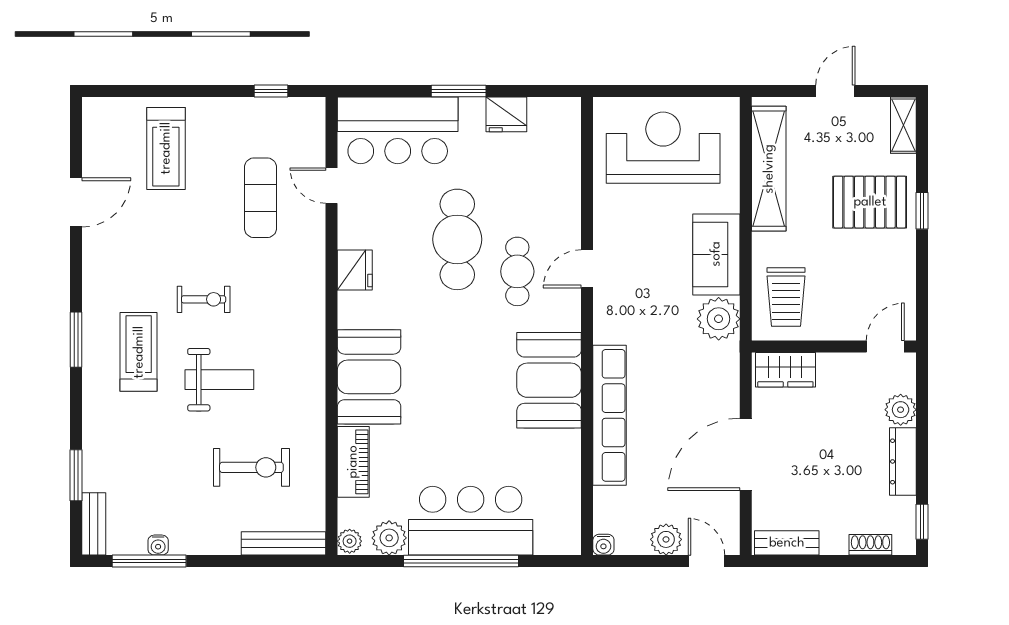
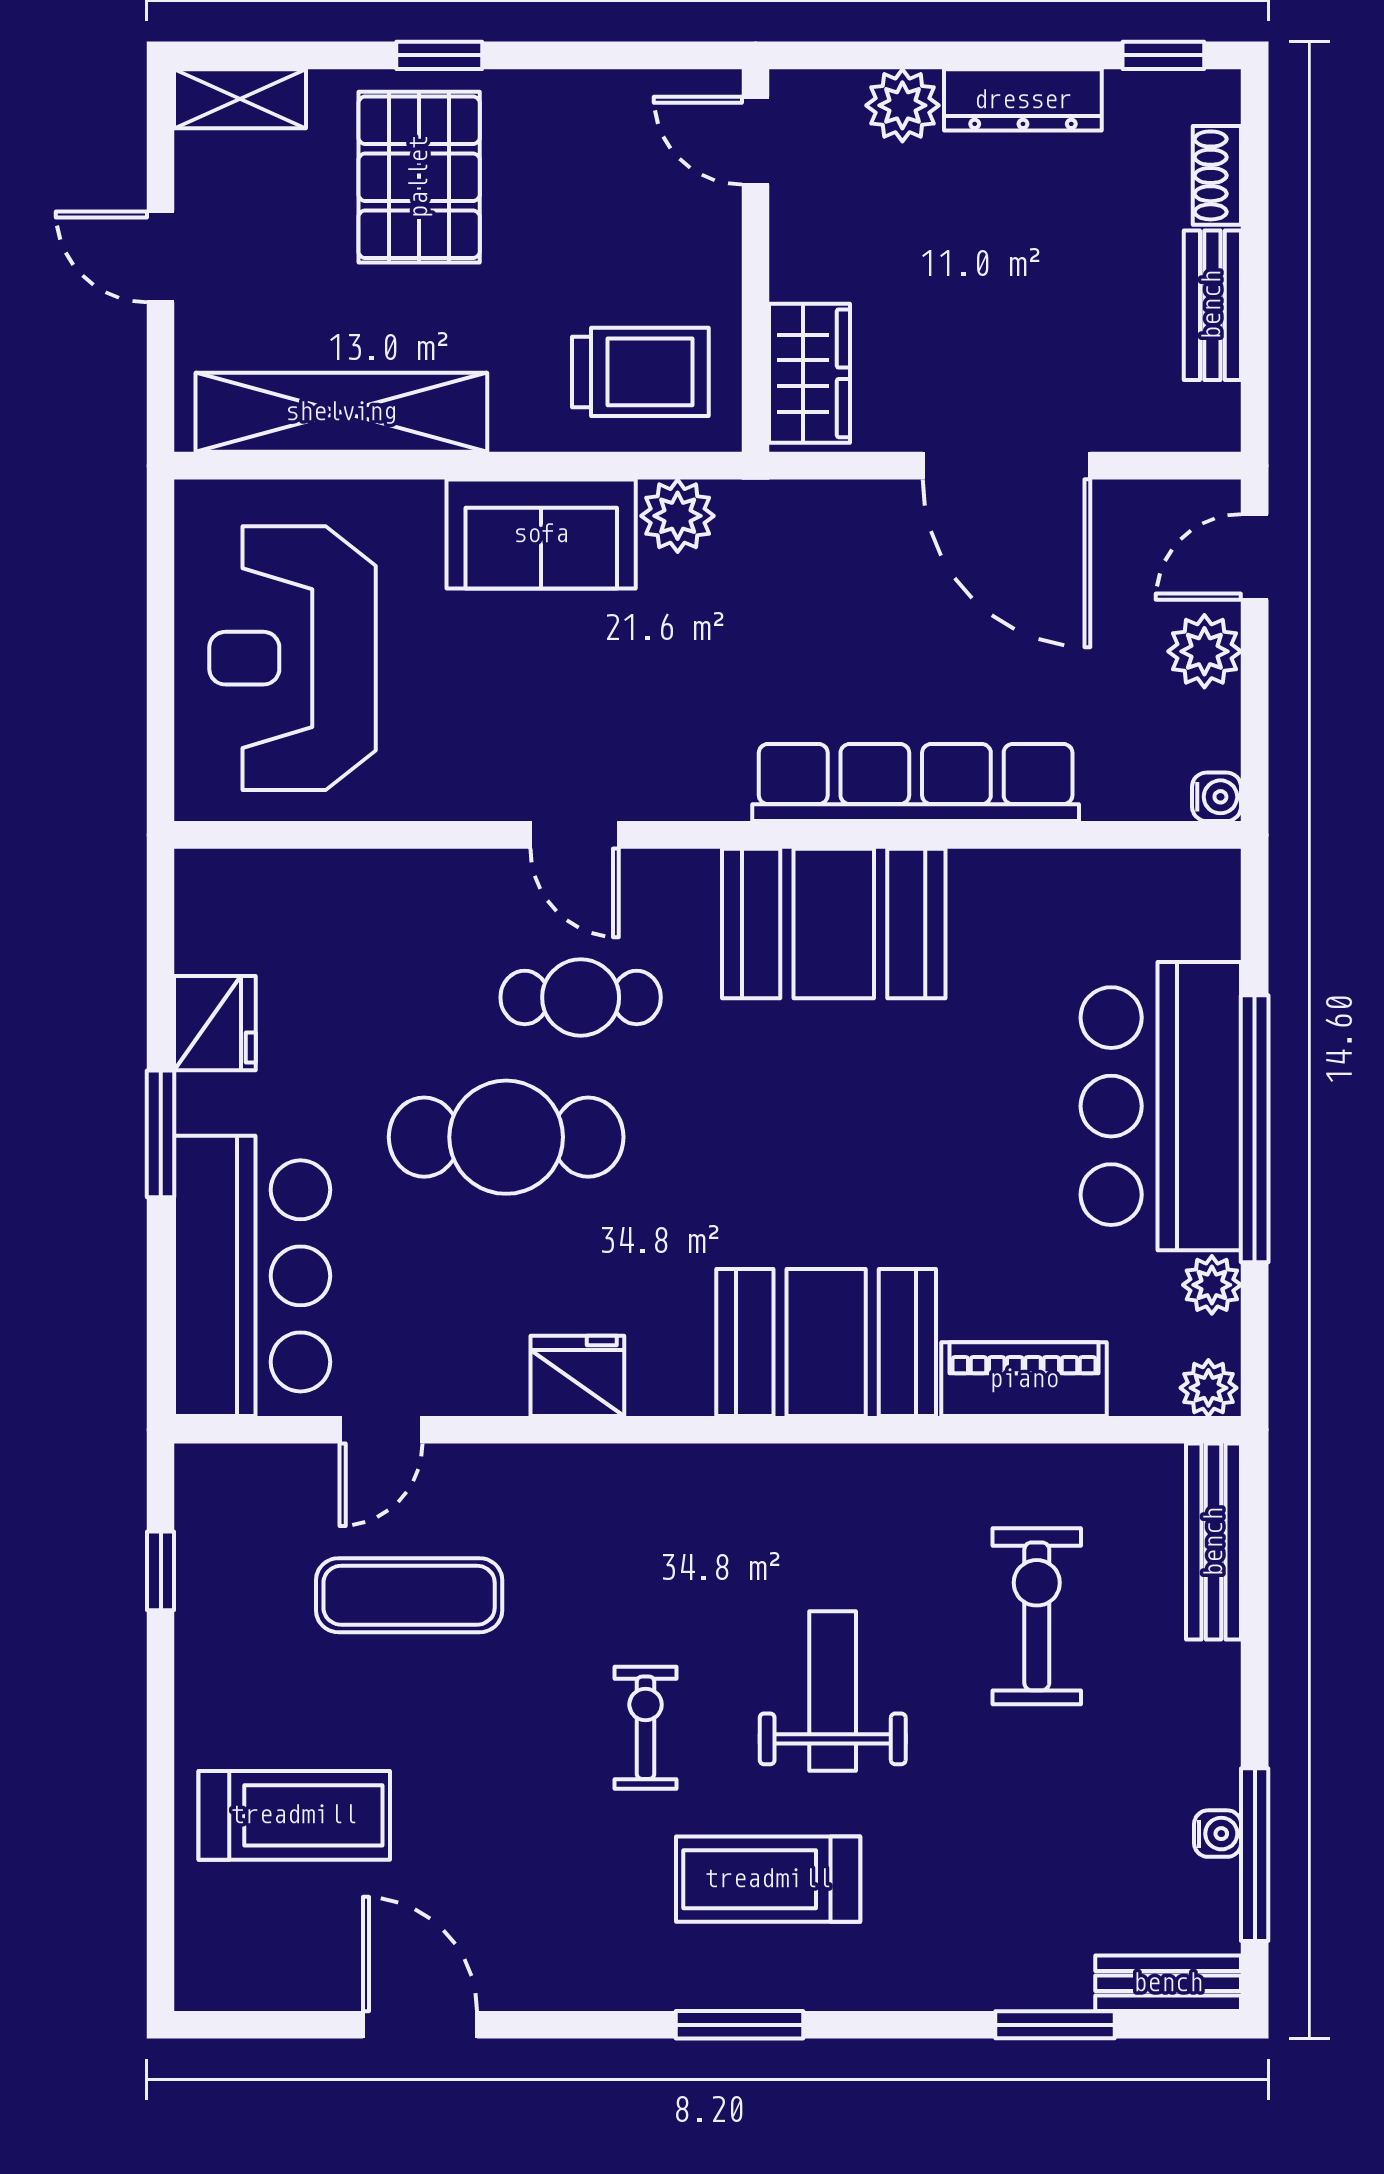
plant: (719, 319) -> (678, 516), width x0.73, depth x0.73
plant: (389, 538) -> (1212, 1285), width x0.73, depth x0.73
bench: (787, 543) -> (1212, 305), moved

